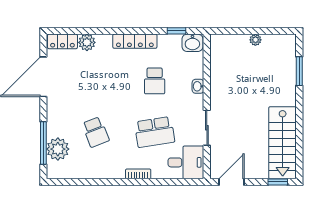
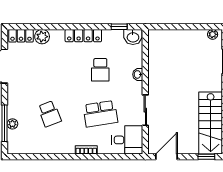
plant: (255, 40) -> (213, 34), moved
plant: (58, 149) -> (12, 124), width x0.53, depth x0.53

